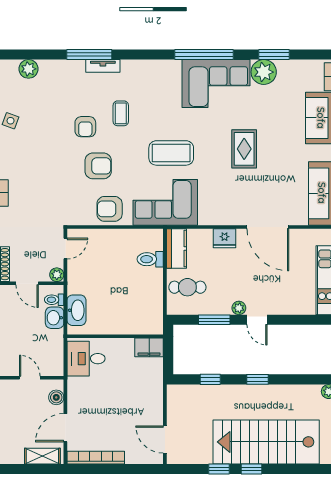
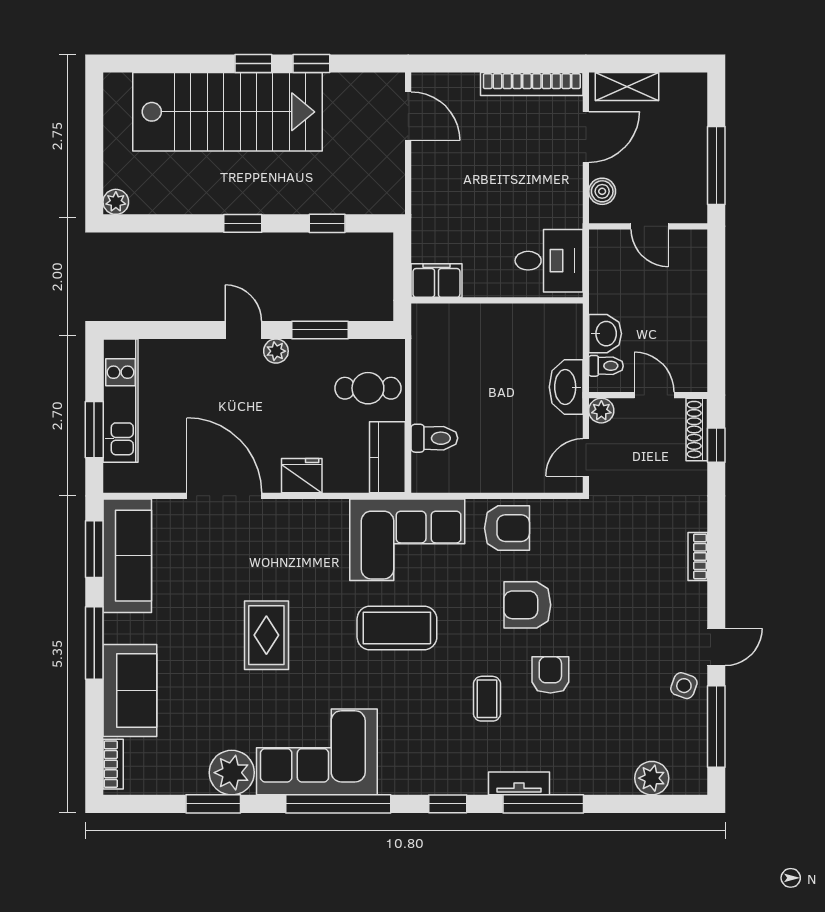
window: (143, 54) -> (448, 804), added
washbasin: (76, 310) -> (566, 387), moved

